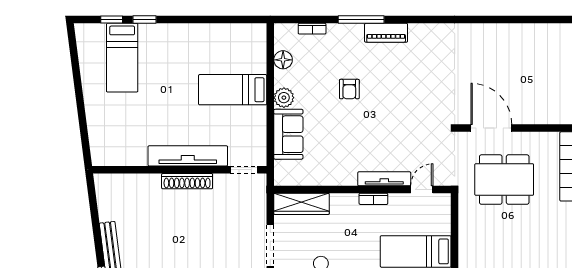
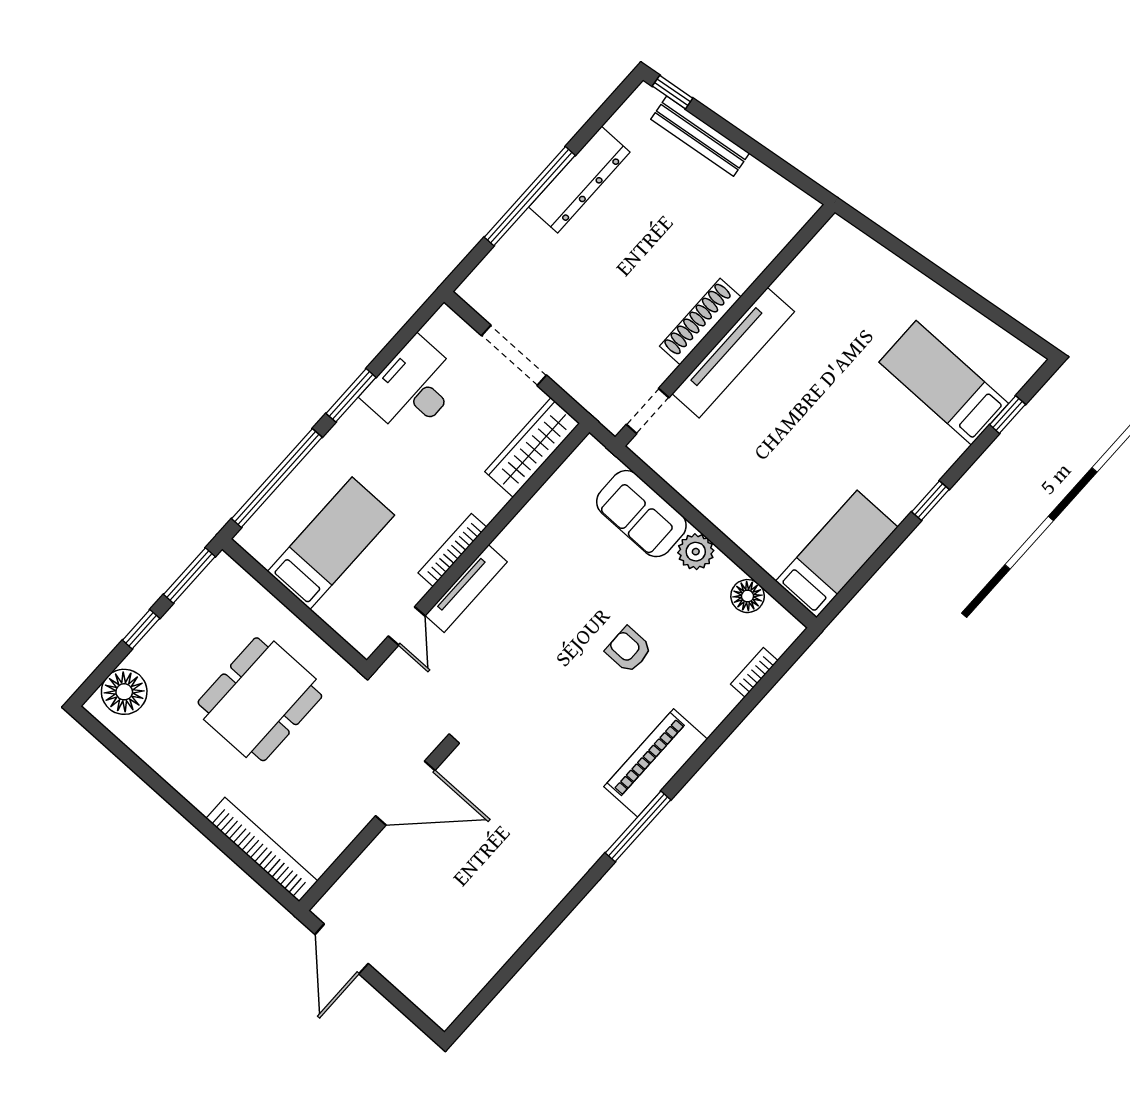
window: (145, 20) -> (930, 501), moved
window: (361, 20) -> (638, 826), moved
piano: (386, 33) -> (656, 763), width x1.37, depth x1.33
bed: (233, 90) -> (837, 554), moved
dining table: (504, 180) -> (260, 699), moved
bookcase: (373, 199) -> (452, 550), width x1.56

